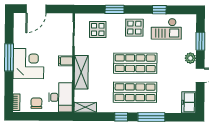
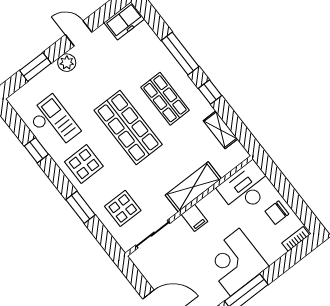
shop shelf: (135, 92) -> (165, 99), width x0.70, depth x0.74
shelving: (85, 107) -> (220, 130), moved

